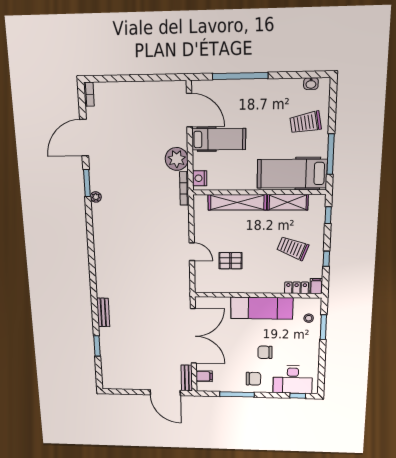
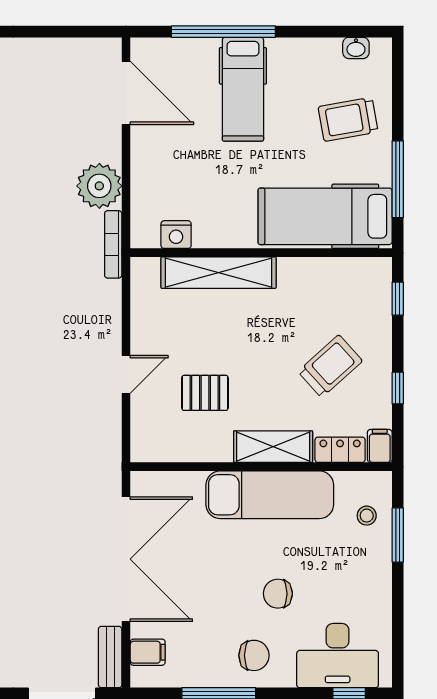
hospital bed: (219, 139) -> (243, 89), moved, turned 90
nightstand: (200, 178) -> (176, 235), moved, turned -90
shelving: (288, 202) -> (273, 447), moved
trolley: (293, 248) -> (330, 366), turned 117
door: (192, 252) -> (126, 374), hinge flipped

